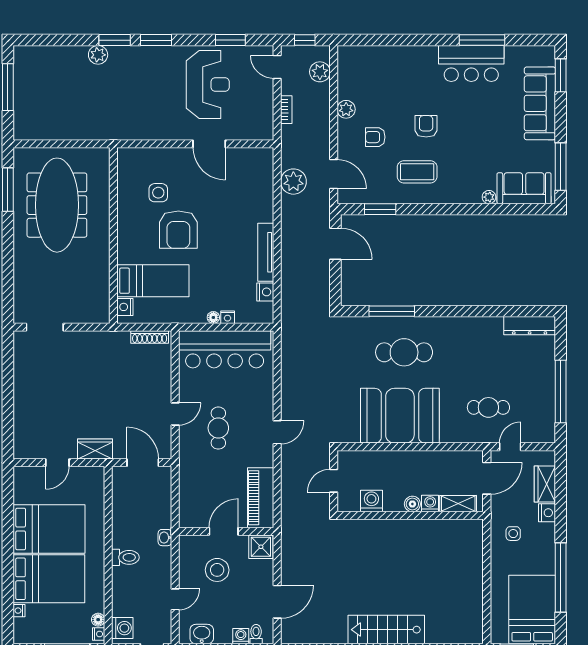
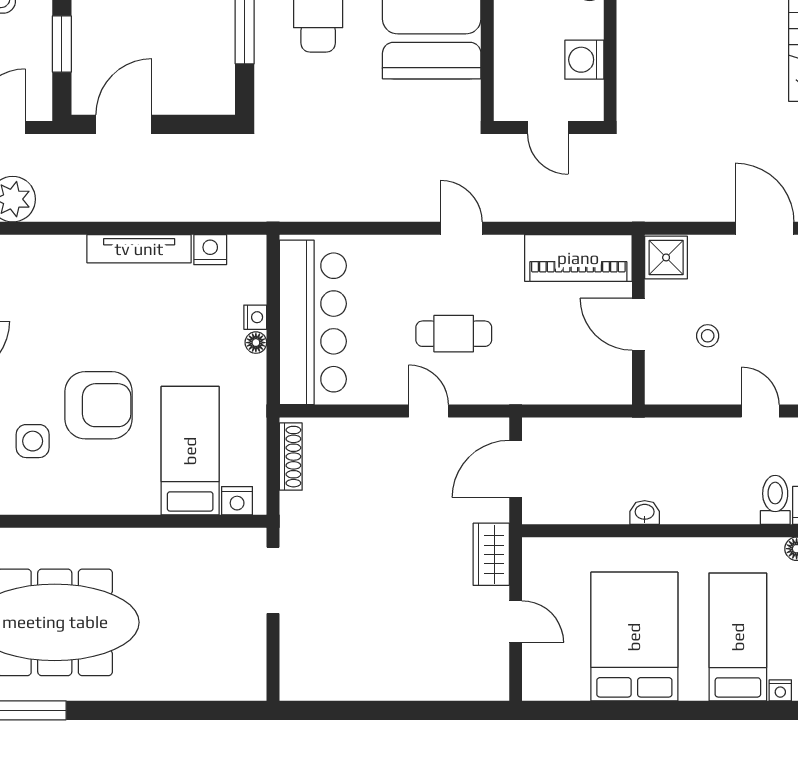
doorway: (45, 327) -> (273, 580), moved
washbasin: (165, 538) -> (645, 513), moved, turned 180
toilet: (125, 557) -> (775, 500), moved
stool: (217, 570) -> (708, 336), width x0.53, depth x0.53
bed: (49, 579) -> (738, 637), width x0.67

